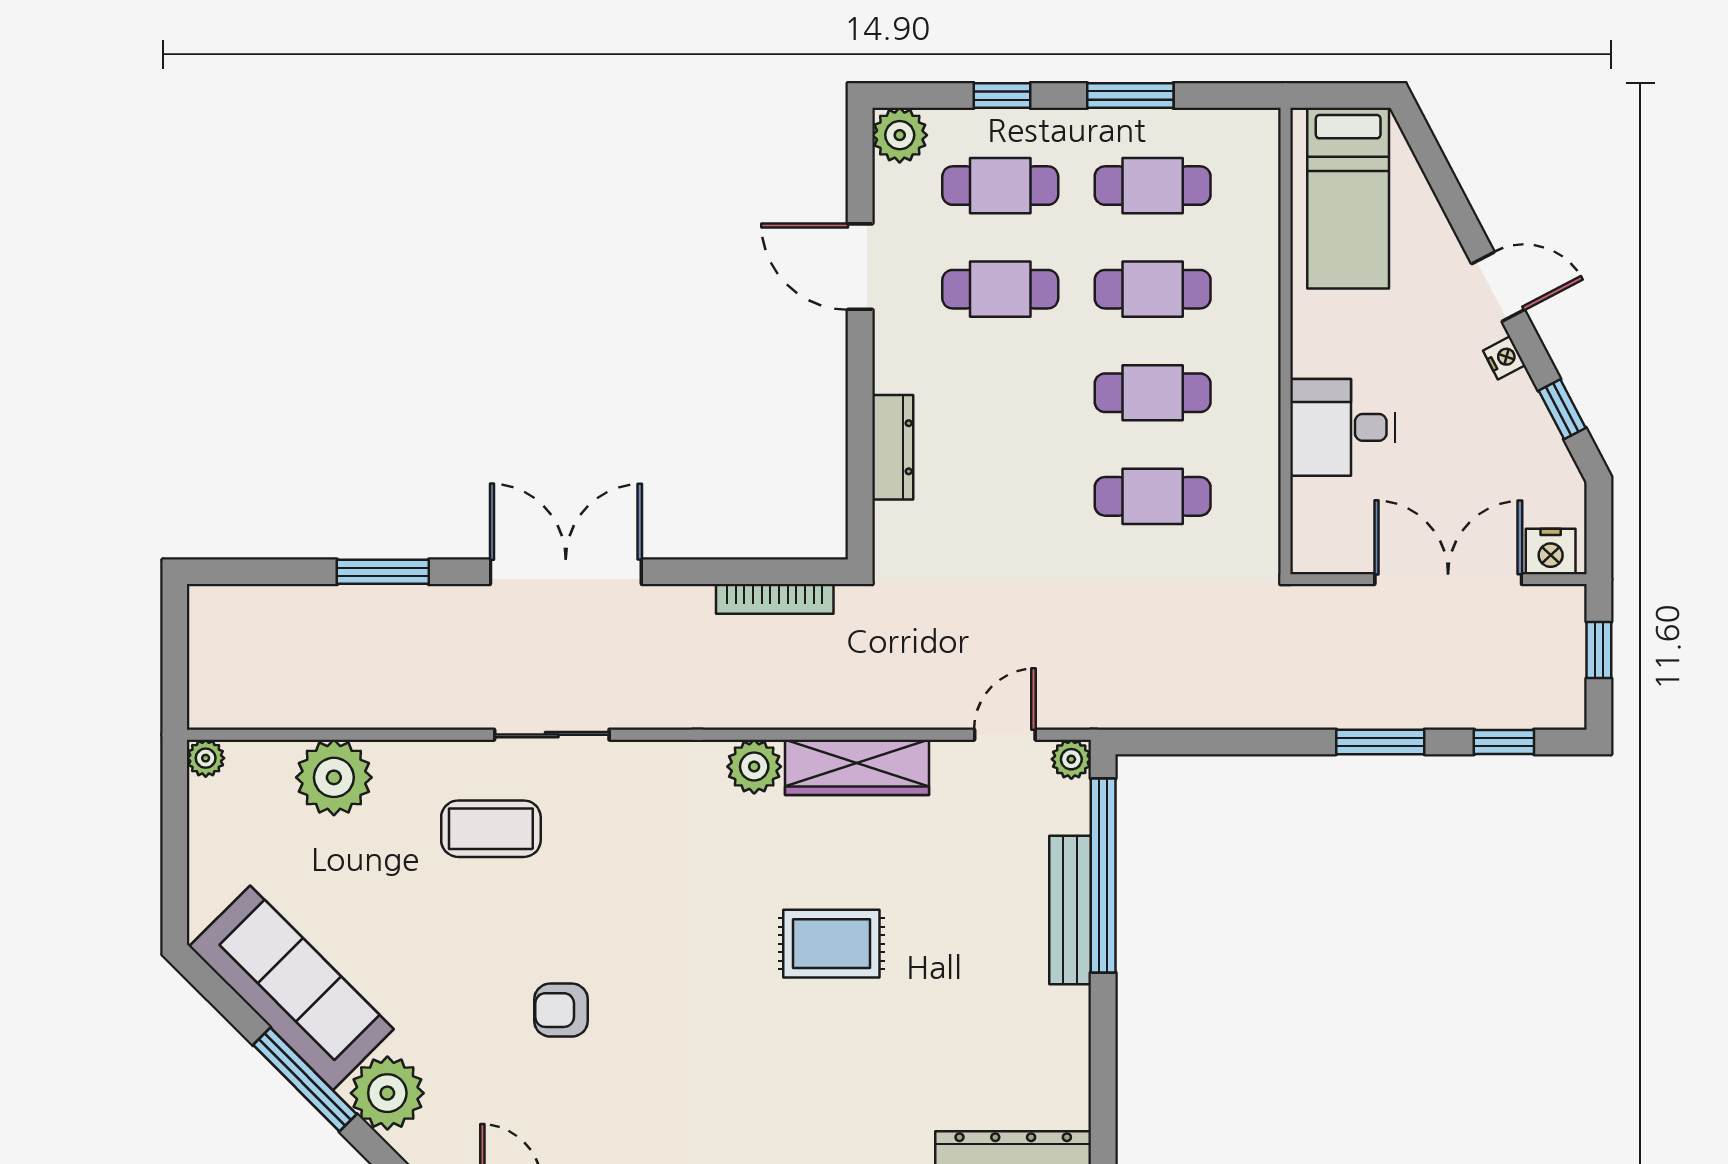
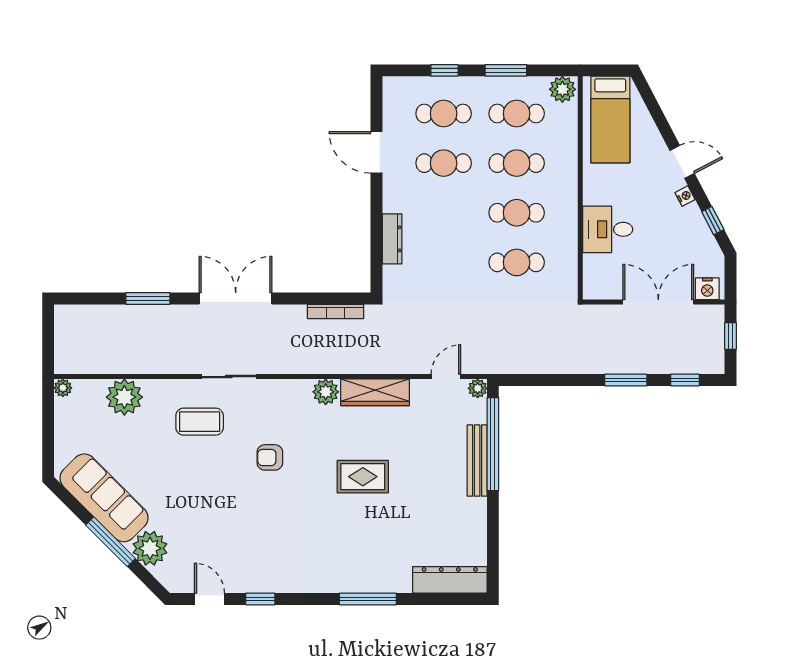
plant: (900, 135) -> (562, 89), moved
armchair: (561, 1010) -> (270, 457), moved

